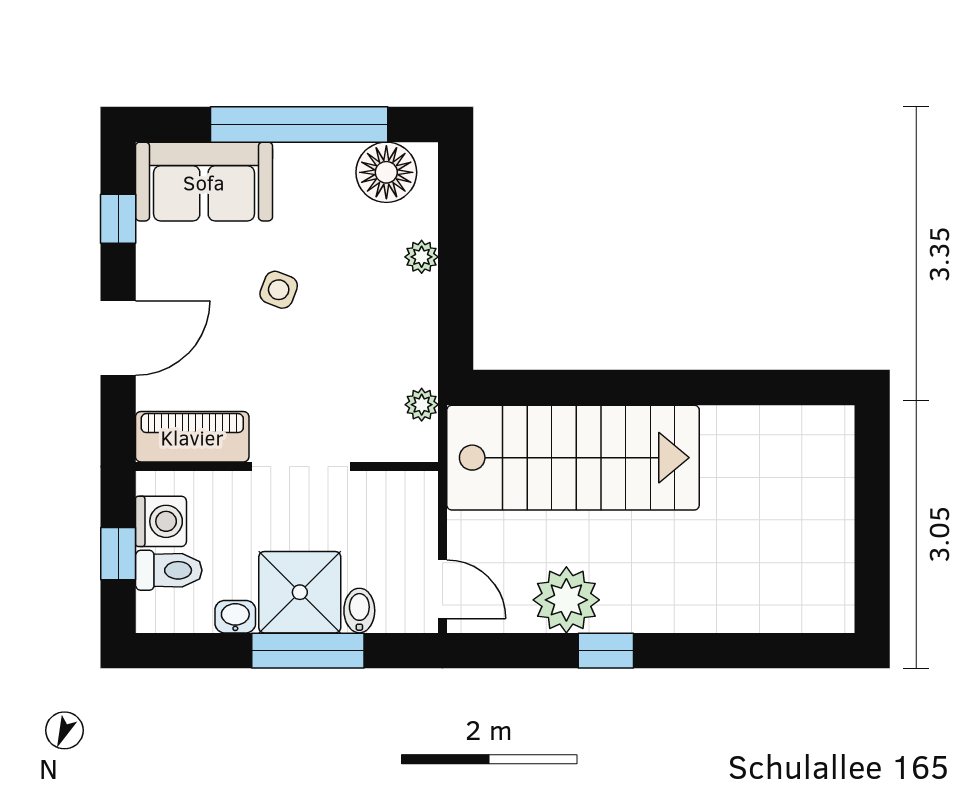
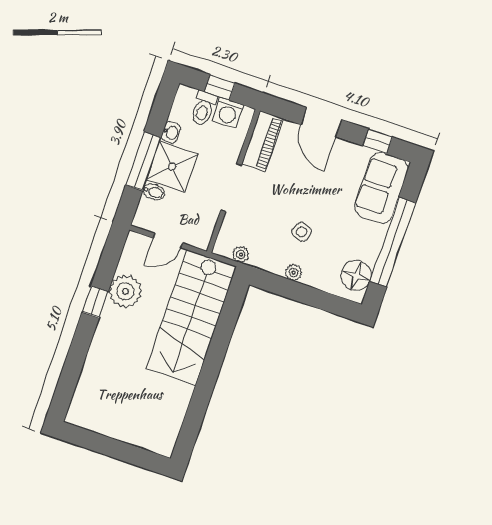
plant: (422, 257) -> (294, 273), moved
side table: (279, 290) -> (302, 232), moved
door: (443, 589) -> (168, 240), moved

